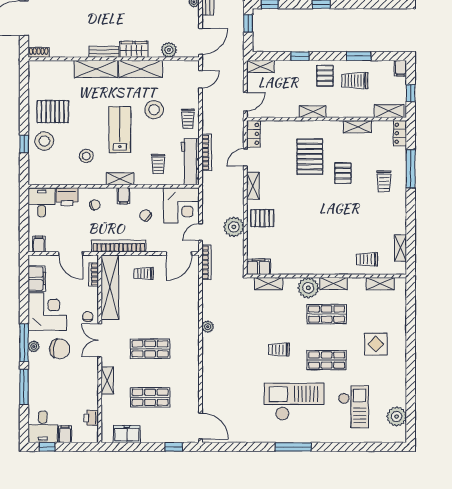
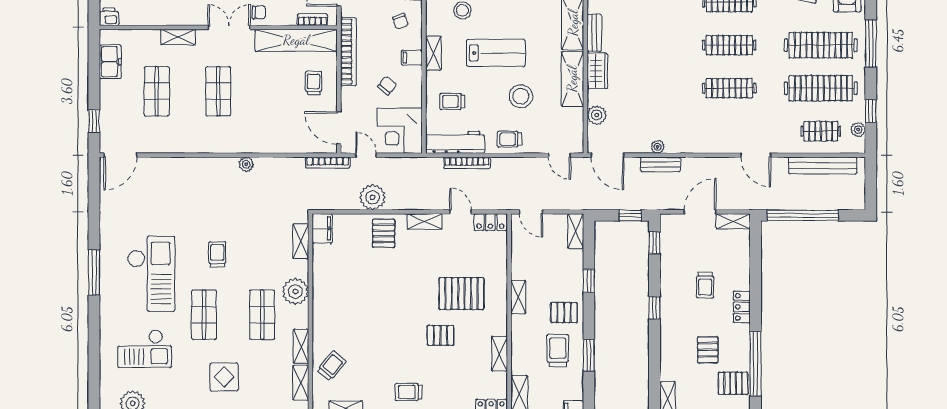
trolley: (384, 181) -> (409, 392), moved
trolley: (367, 259) -> (332, 366), turned 40
shelving: (333, 284) -> (301, 346), moved
printer: (91, 418) -> (109, 17), moved

